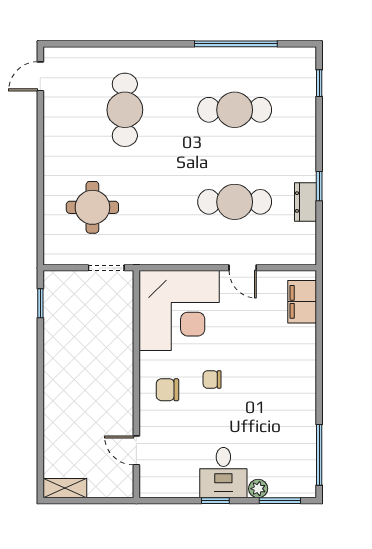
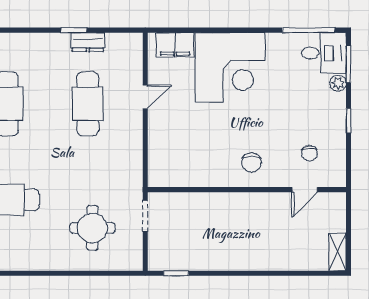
corner desk: (179, 311) -> (230, 67), moved, turned 90
chair: (212, 379) -> (310, 153), moved
desk: (223, 473) -> (324, 53), moved

